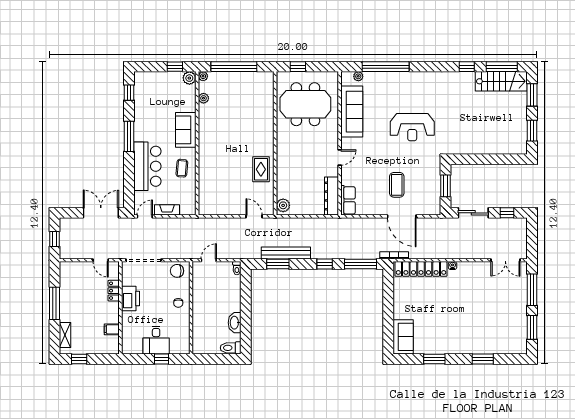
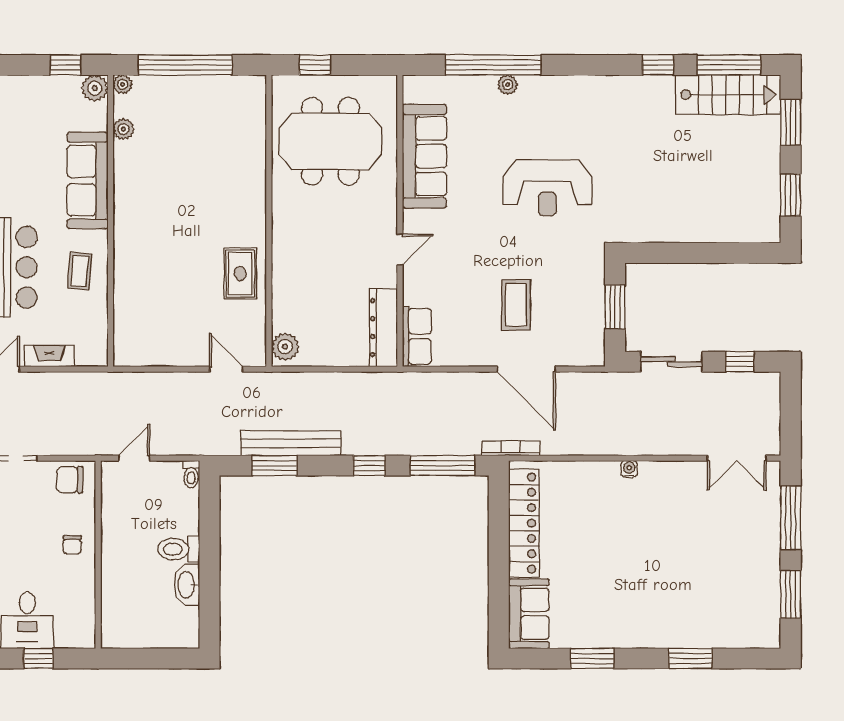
plant: (358, 76) -> (508, 85), moved
sofa: (186, 130) -> (88, 181), width x1.36
locker: (421, 269) -> (524, 523), moved, turned -90
toilet: (231, 348) -> (179, 549), moved

